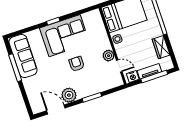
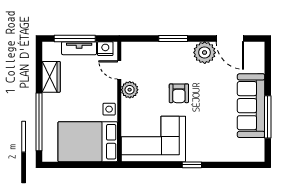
corner sofa: (65, 36) -> (153, 139), moved
sofa: (23, 56) -> (251, 106), moved

